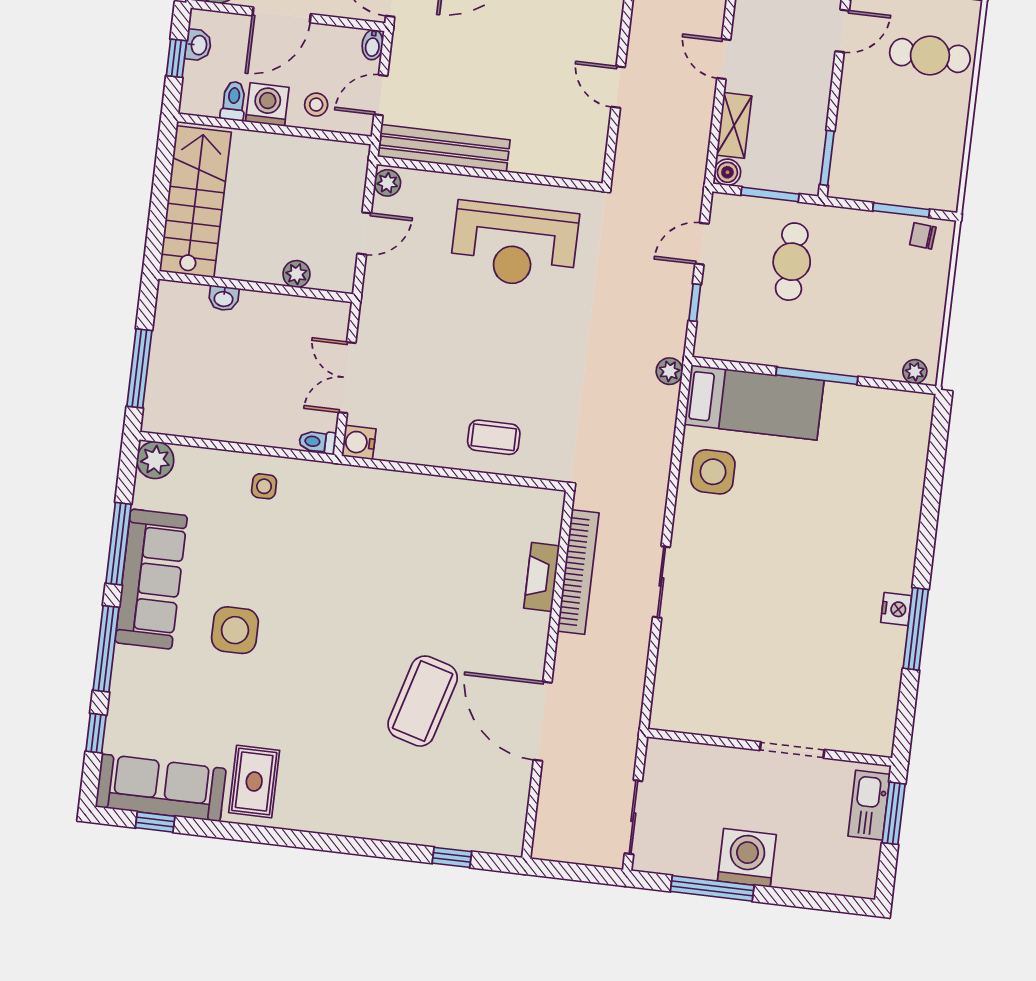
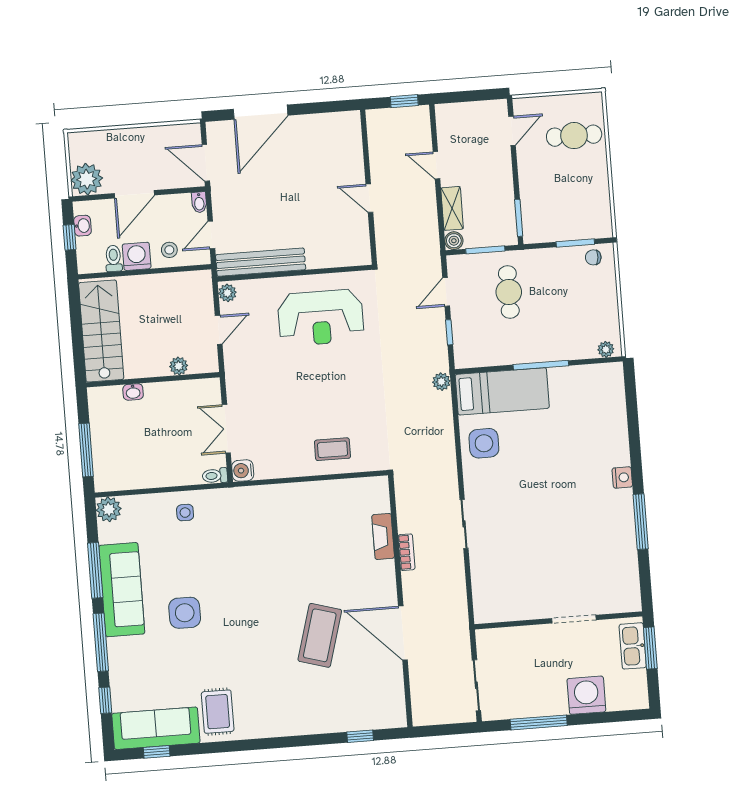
bookcase: (578, 572) -> (406, 552), width x0.43, depth x0.76
nightstand: (896, 609) -> (622, 477), moved
washing machine: (747, 858) -> (586, 695), moved

